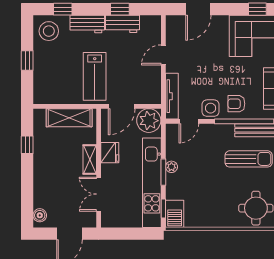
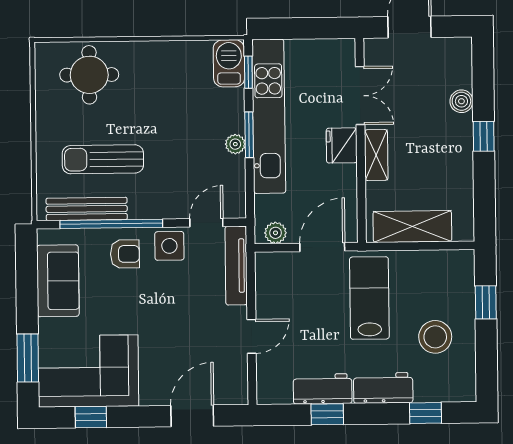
stool: (49, 31) -> (435, 337), moved
window: (27, 61) -> (486, 302), moved
plant: (149, 121) -> (275, 233), width x0.53, depth x0.53
window: (27, 145) -> (484, 136), moved
fridge: (110, 153) -> (342, 145), moved
boiler: (40, 215) -> (461, 101), moved

